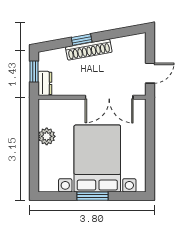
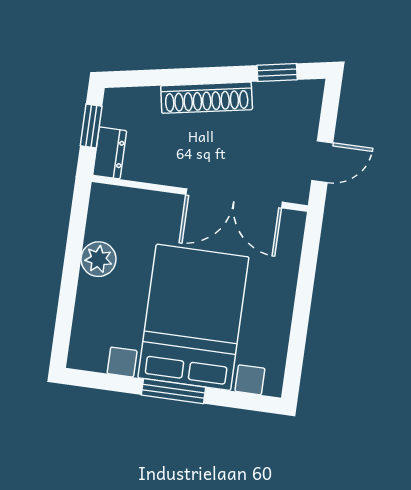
window: (82, 40) -> (277, 72), moved

